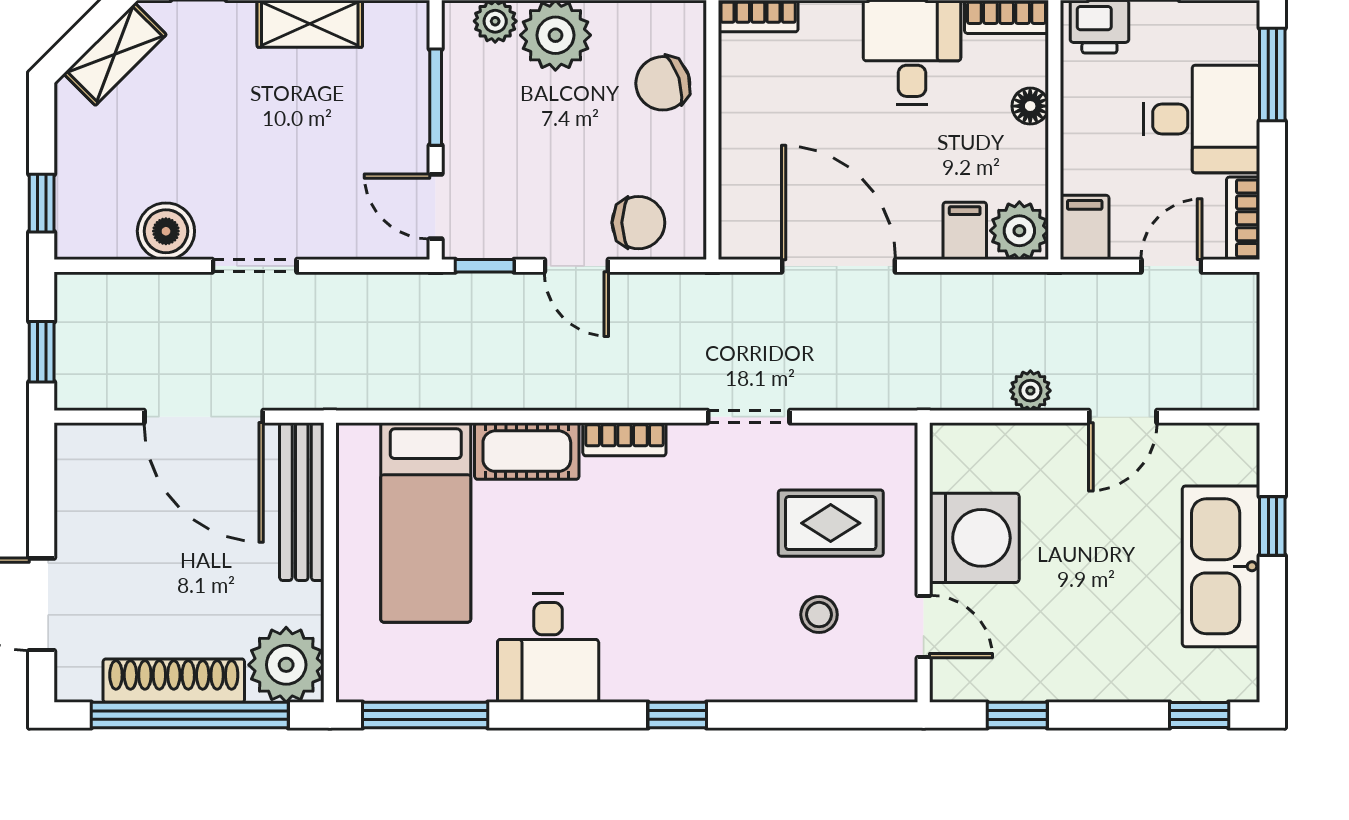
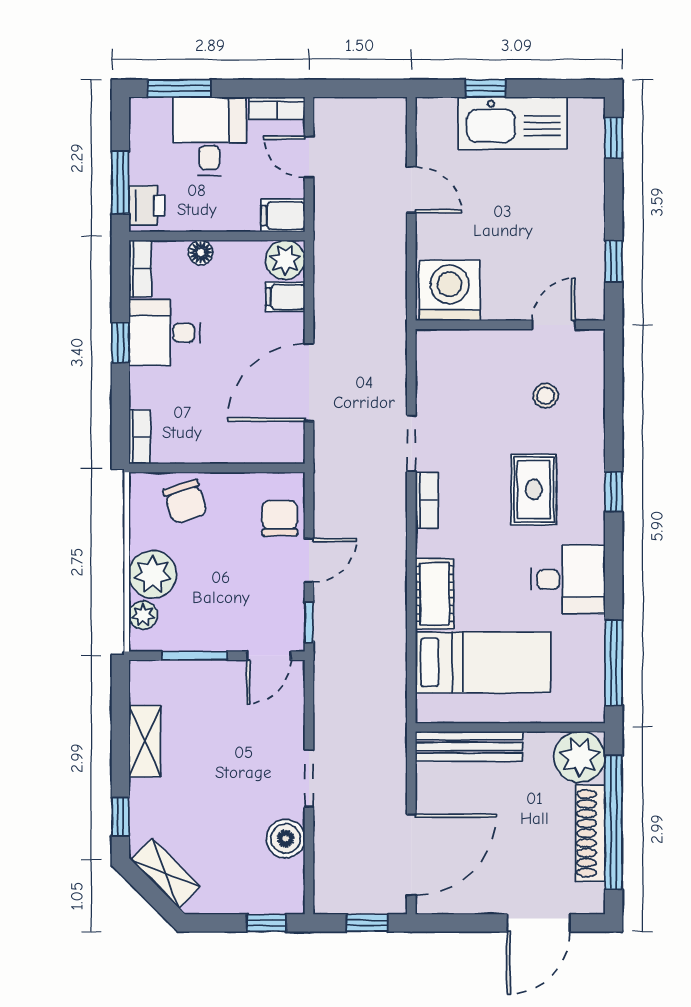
plant: (1030, 391) -> (394, 252), removed
door: (204, 417) -> (411, 855), moved
bookcase: (624, 439) -> (427, 500), moved
rug: (831, 523) -> (534, 490), moved
washing machine: (974, 538) -> (450, 290), moved

